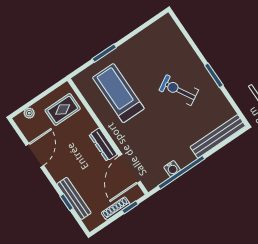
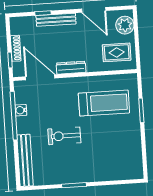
exercise bike: (179, 90) -> (64, 136), moved, turned -150
rug: (63, 109) -> (117, 52), turned 90
plant: (29, 113) -> (125, 25), width x1.87, depth x1.87
bench: (74, 198) -> (56, 20), moved

